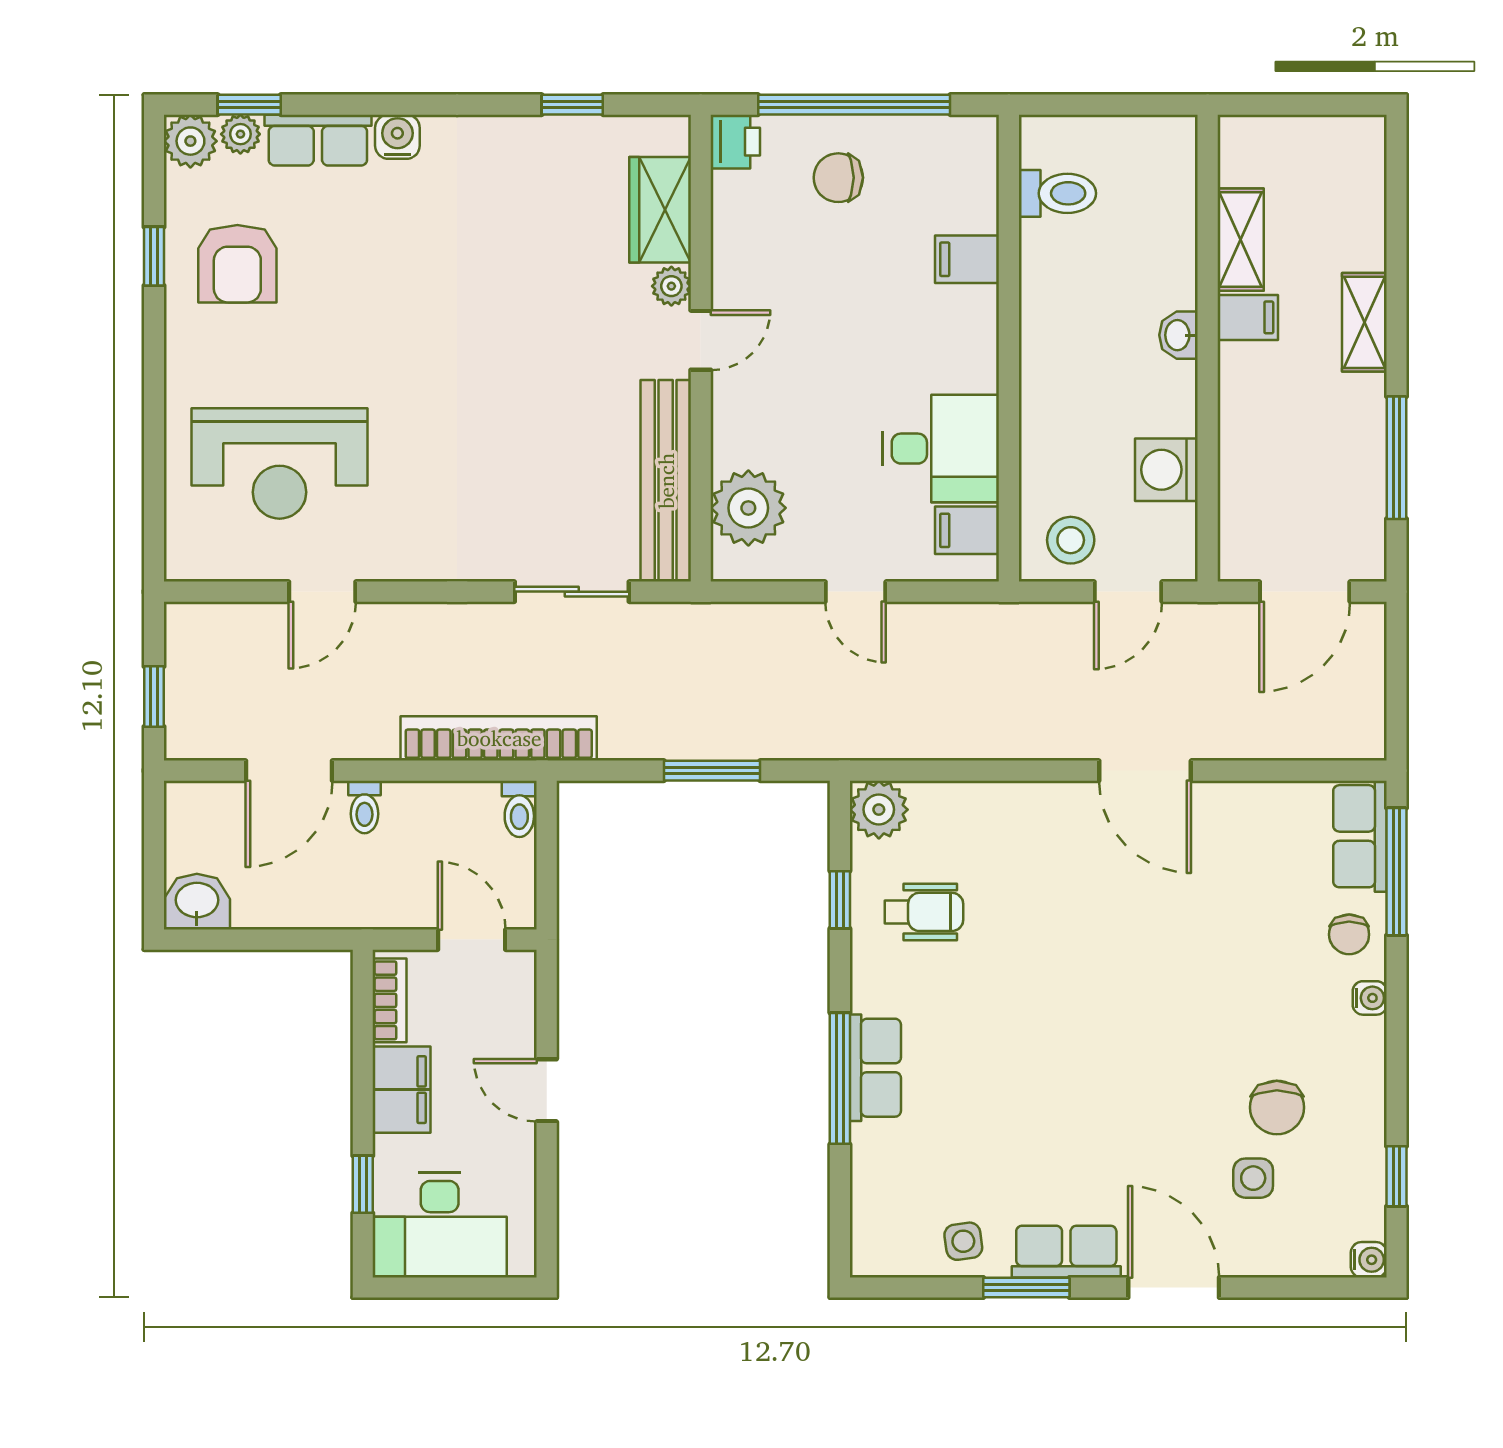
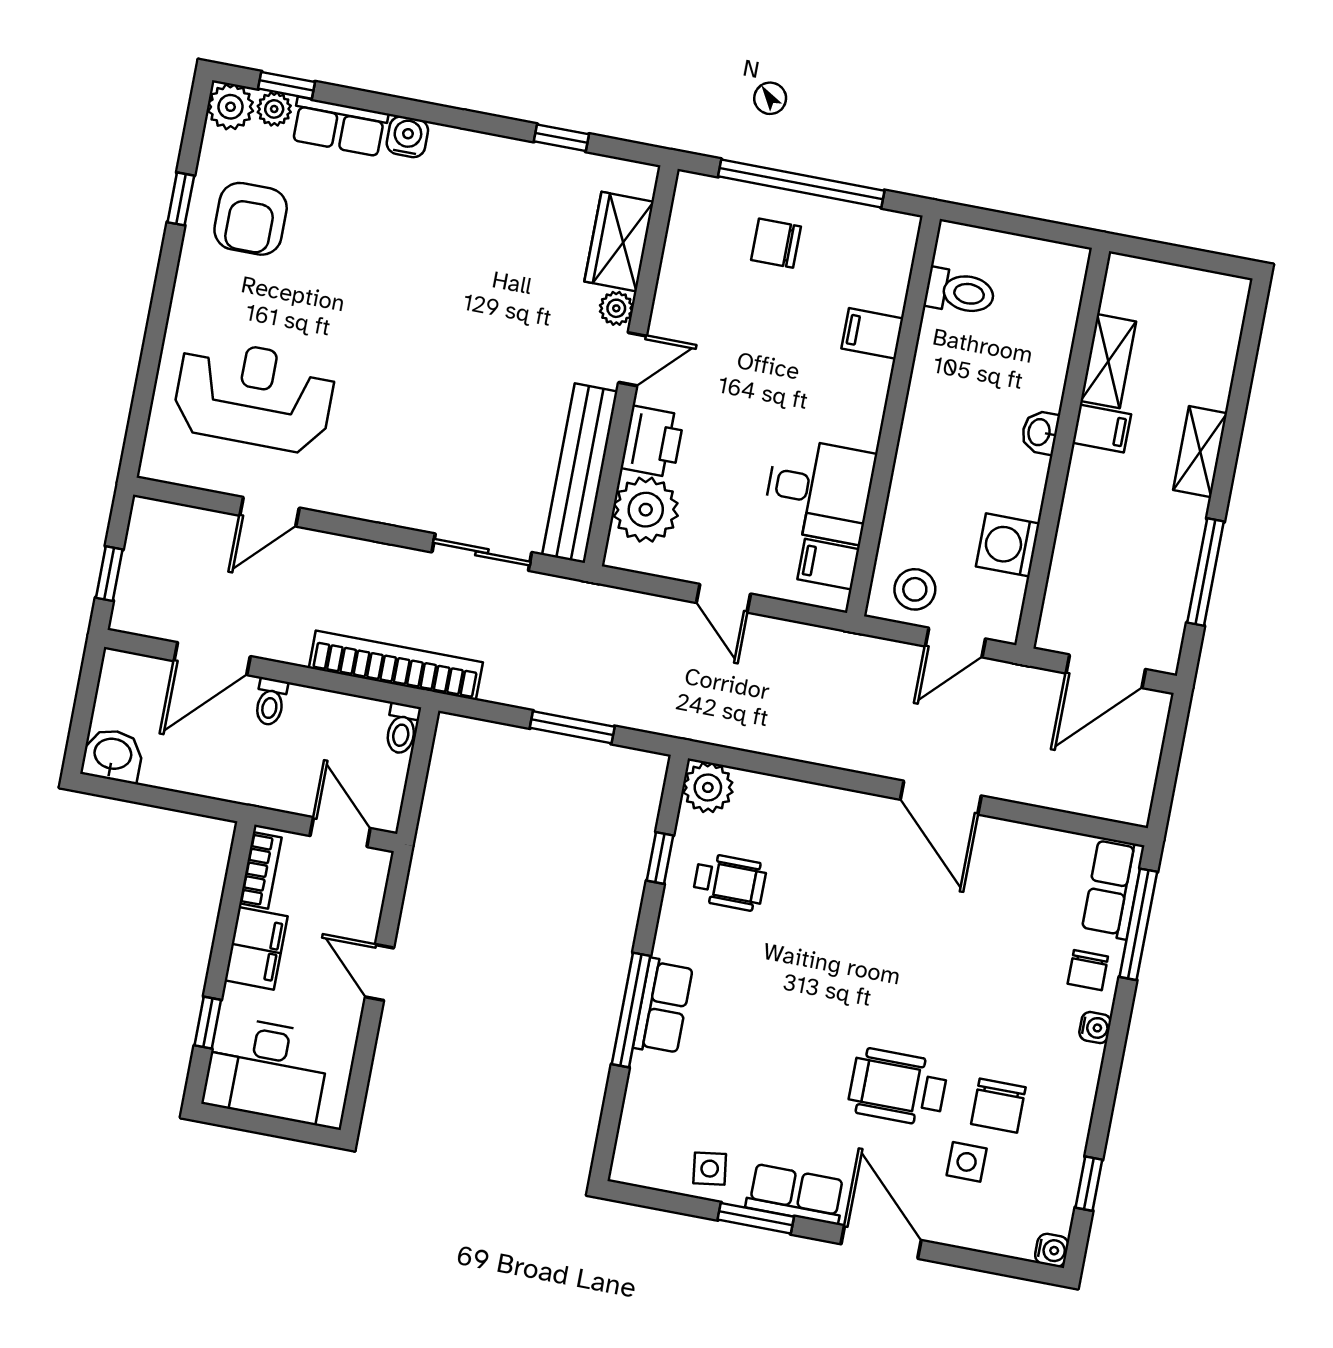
printer: (735, 142) -> (652, 442), moved, width x1.36, depth x1.24
reception desk: (280, 463) -> (254, 396), turned 180
wheelchair: (1159, 1108) -> (898, 1087), added

